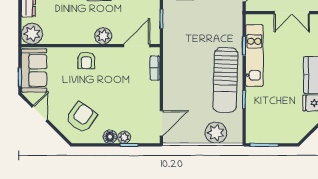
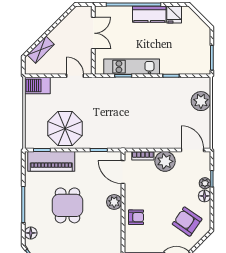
sun lounger: (225, 80) -> (154, 93), removed
plant: (149, 93) -> (165, 161), added

